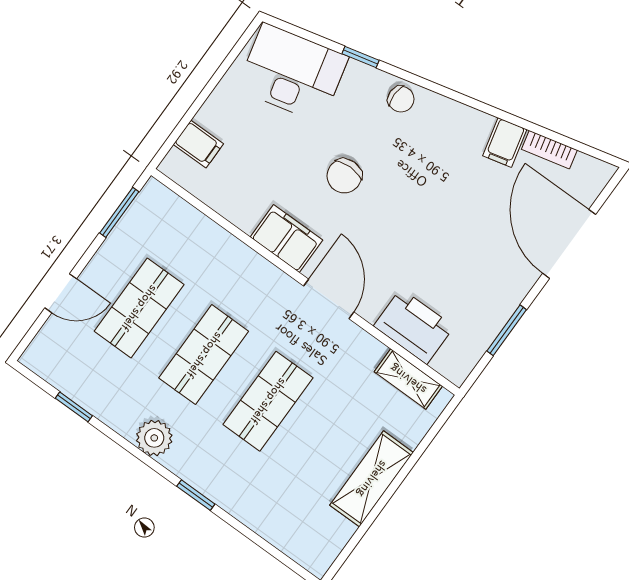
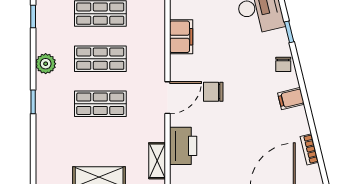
filing cabinet: (505, 143) -> (291, 99), moved
chair: (344, 176) -> (213, 92), moved
filing cabinet: (286, 239) -> (181, 37), moved

